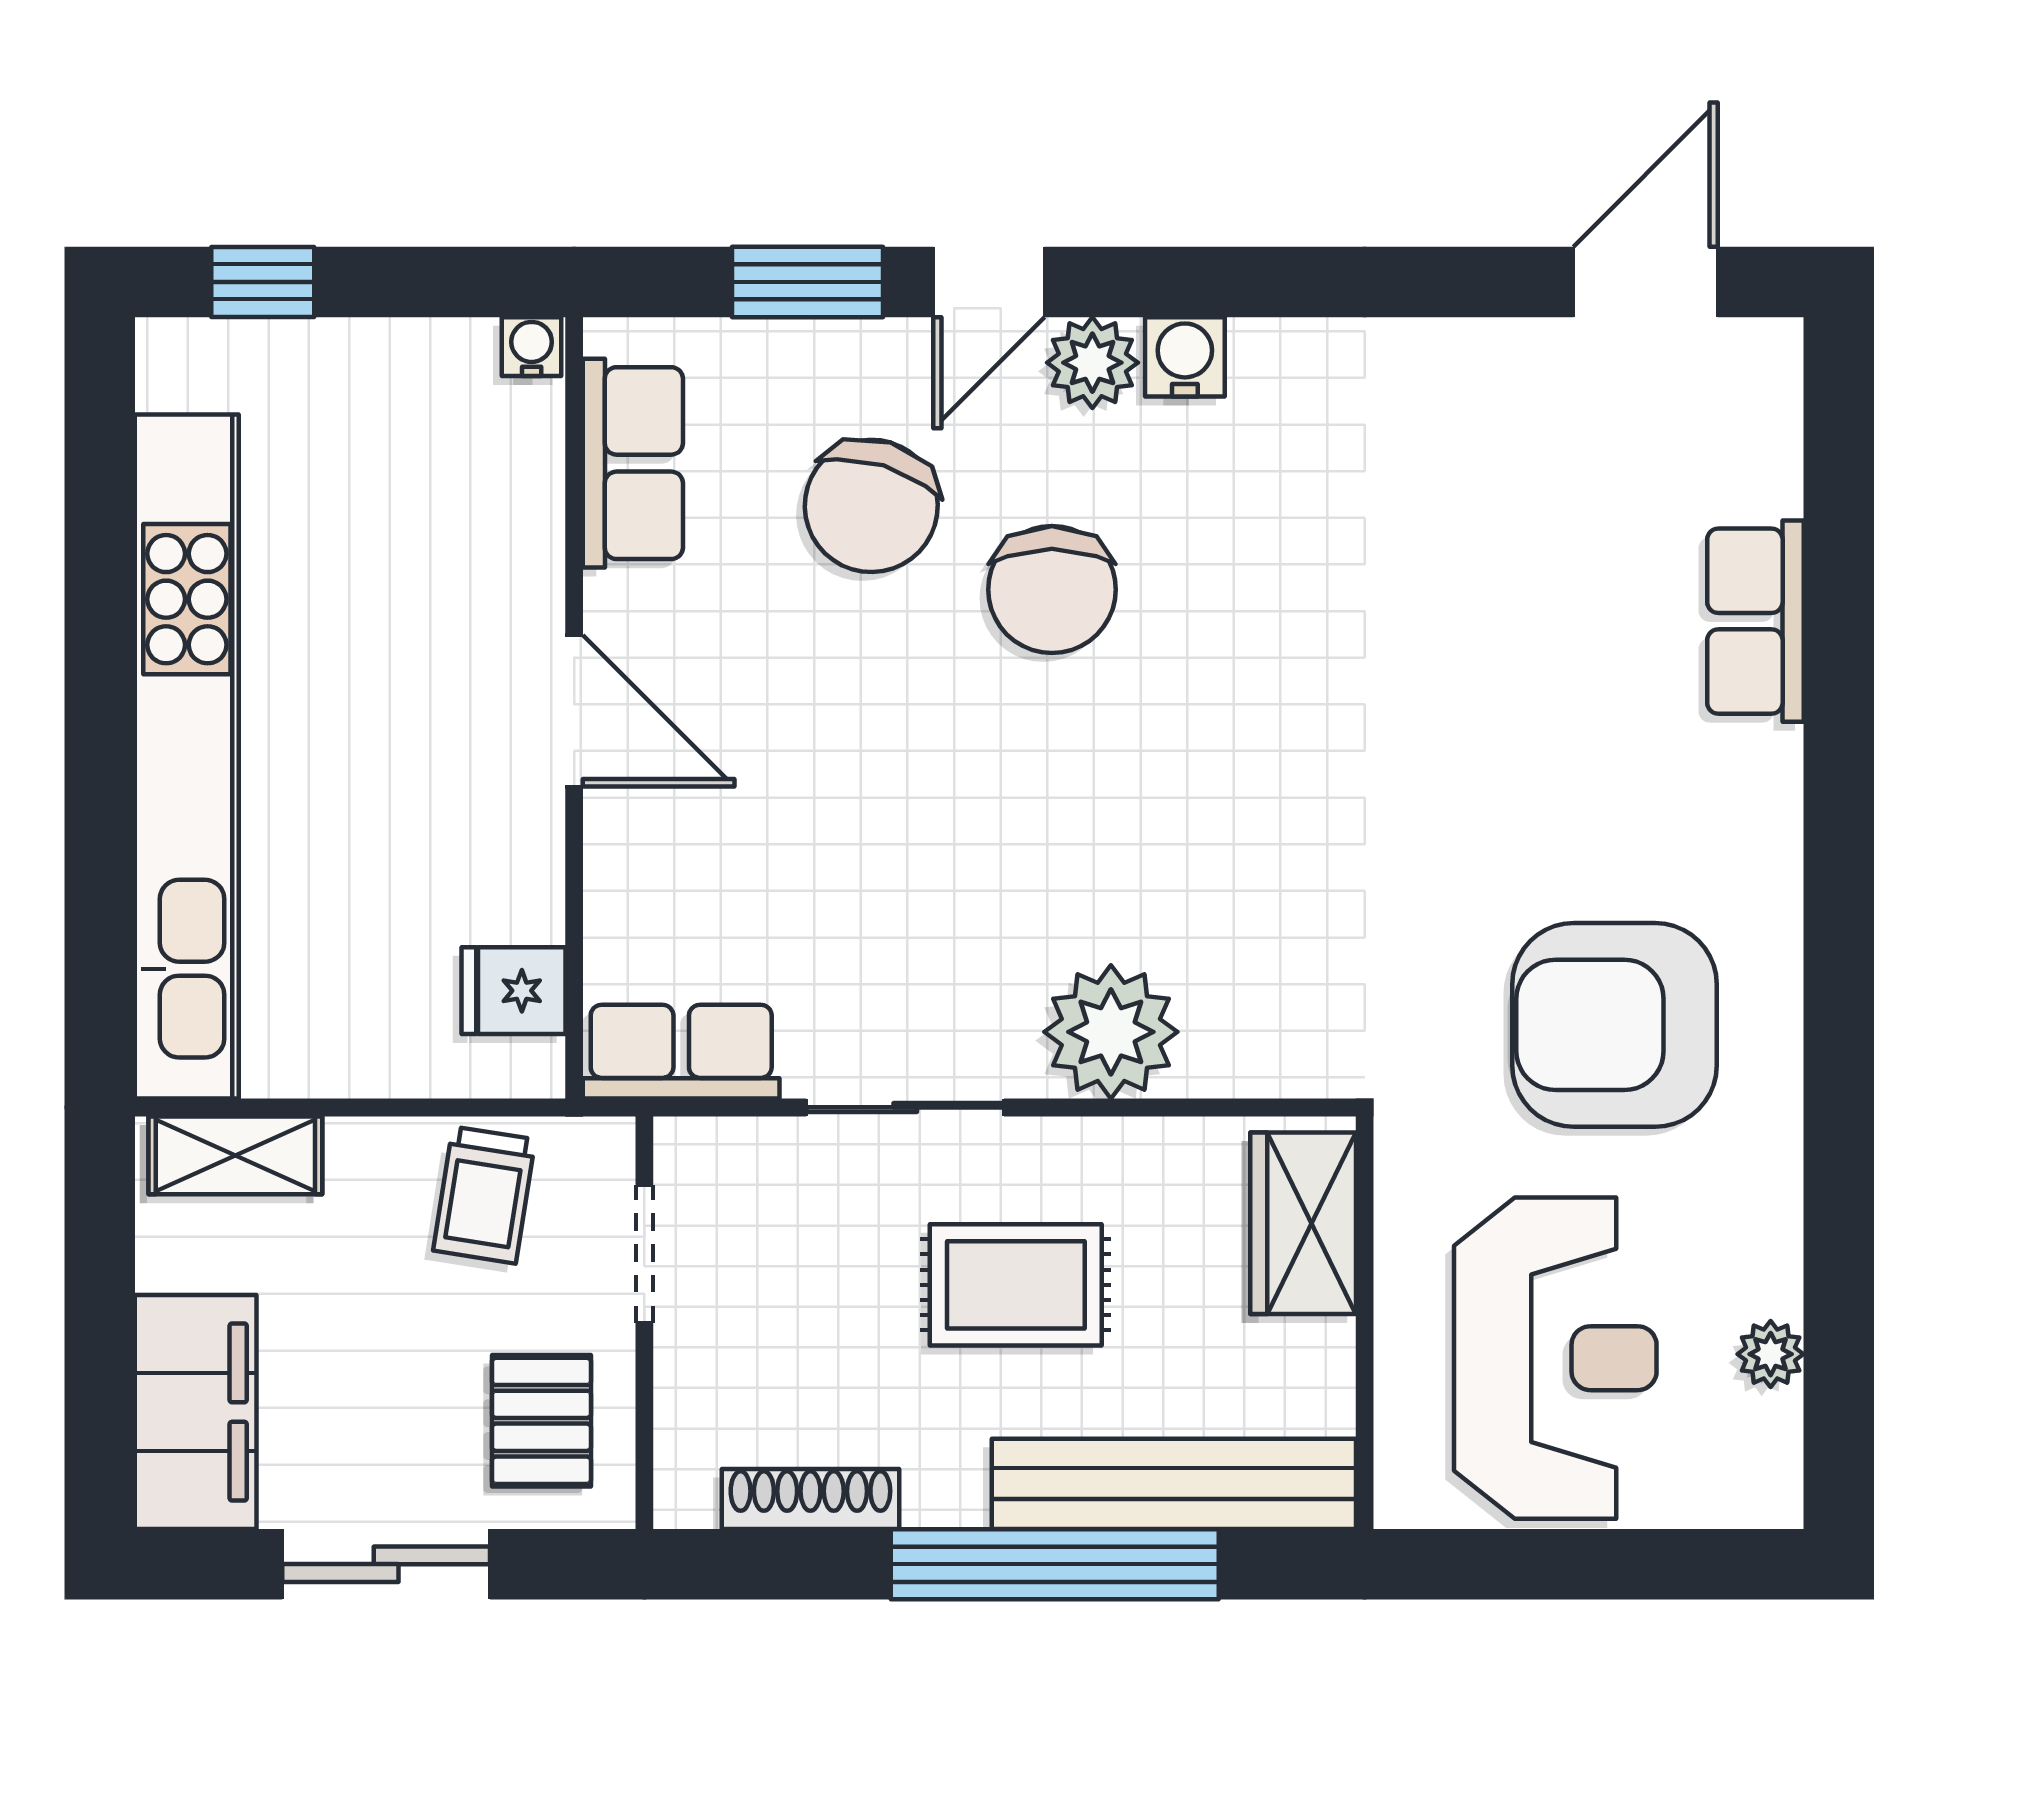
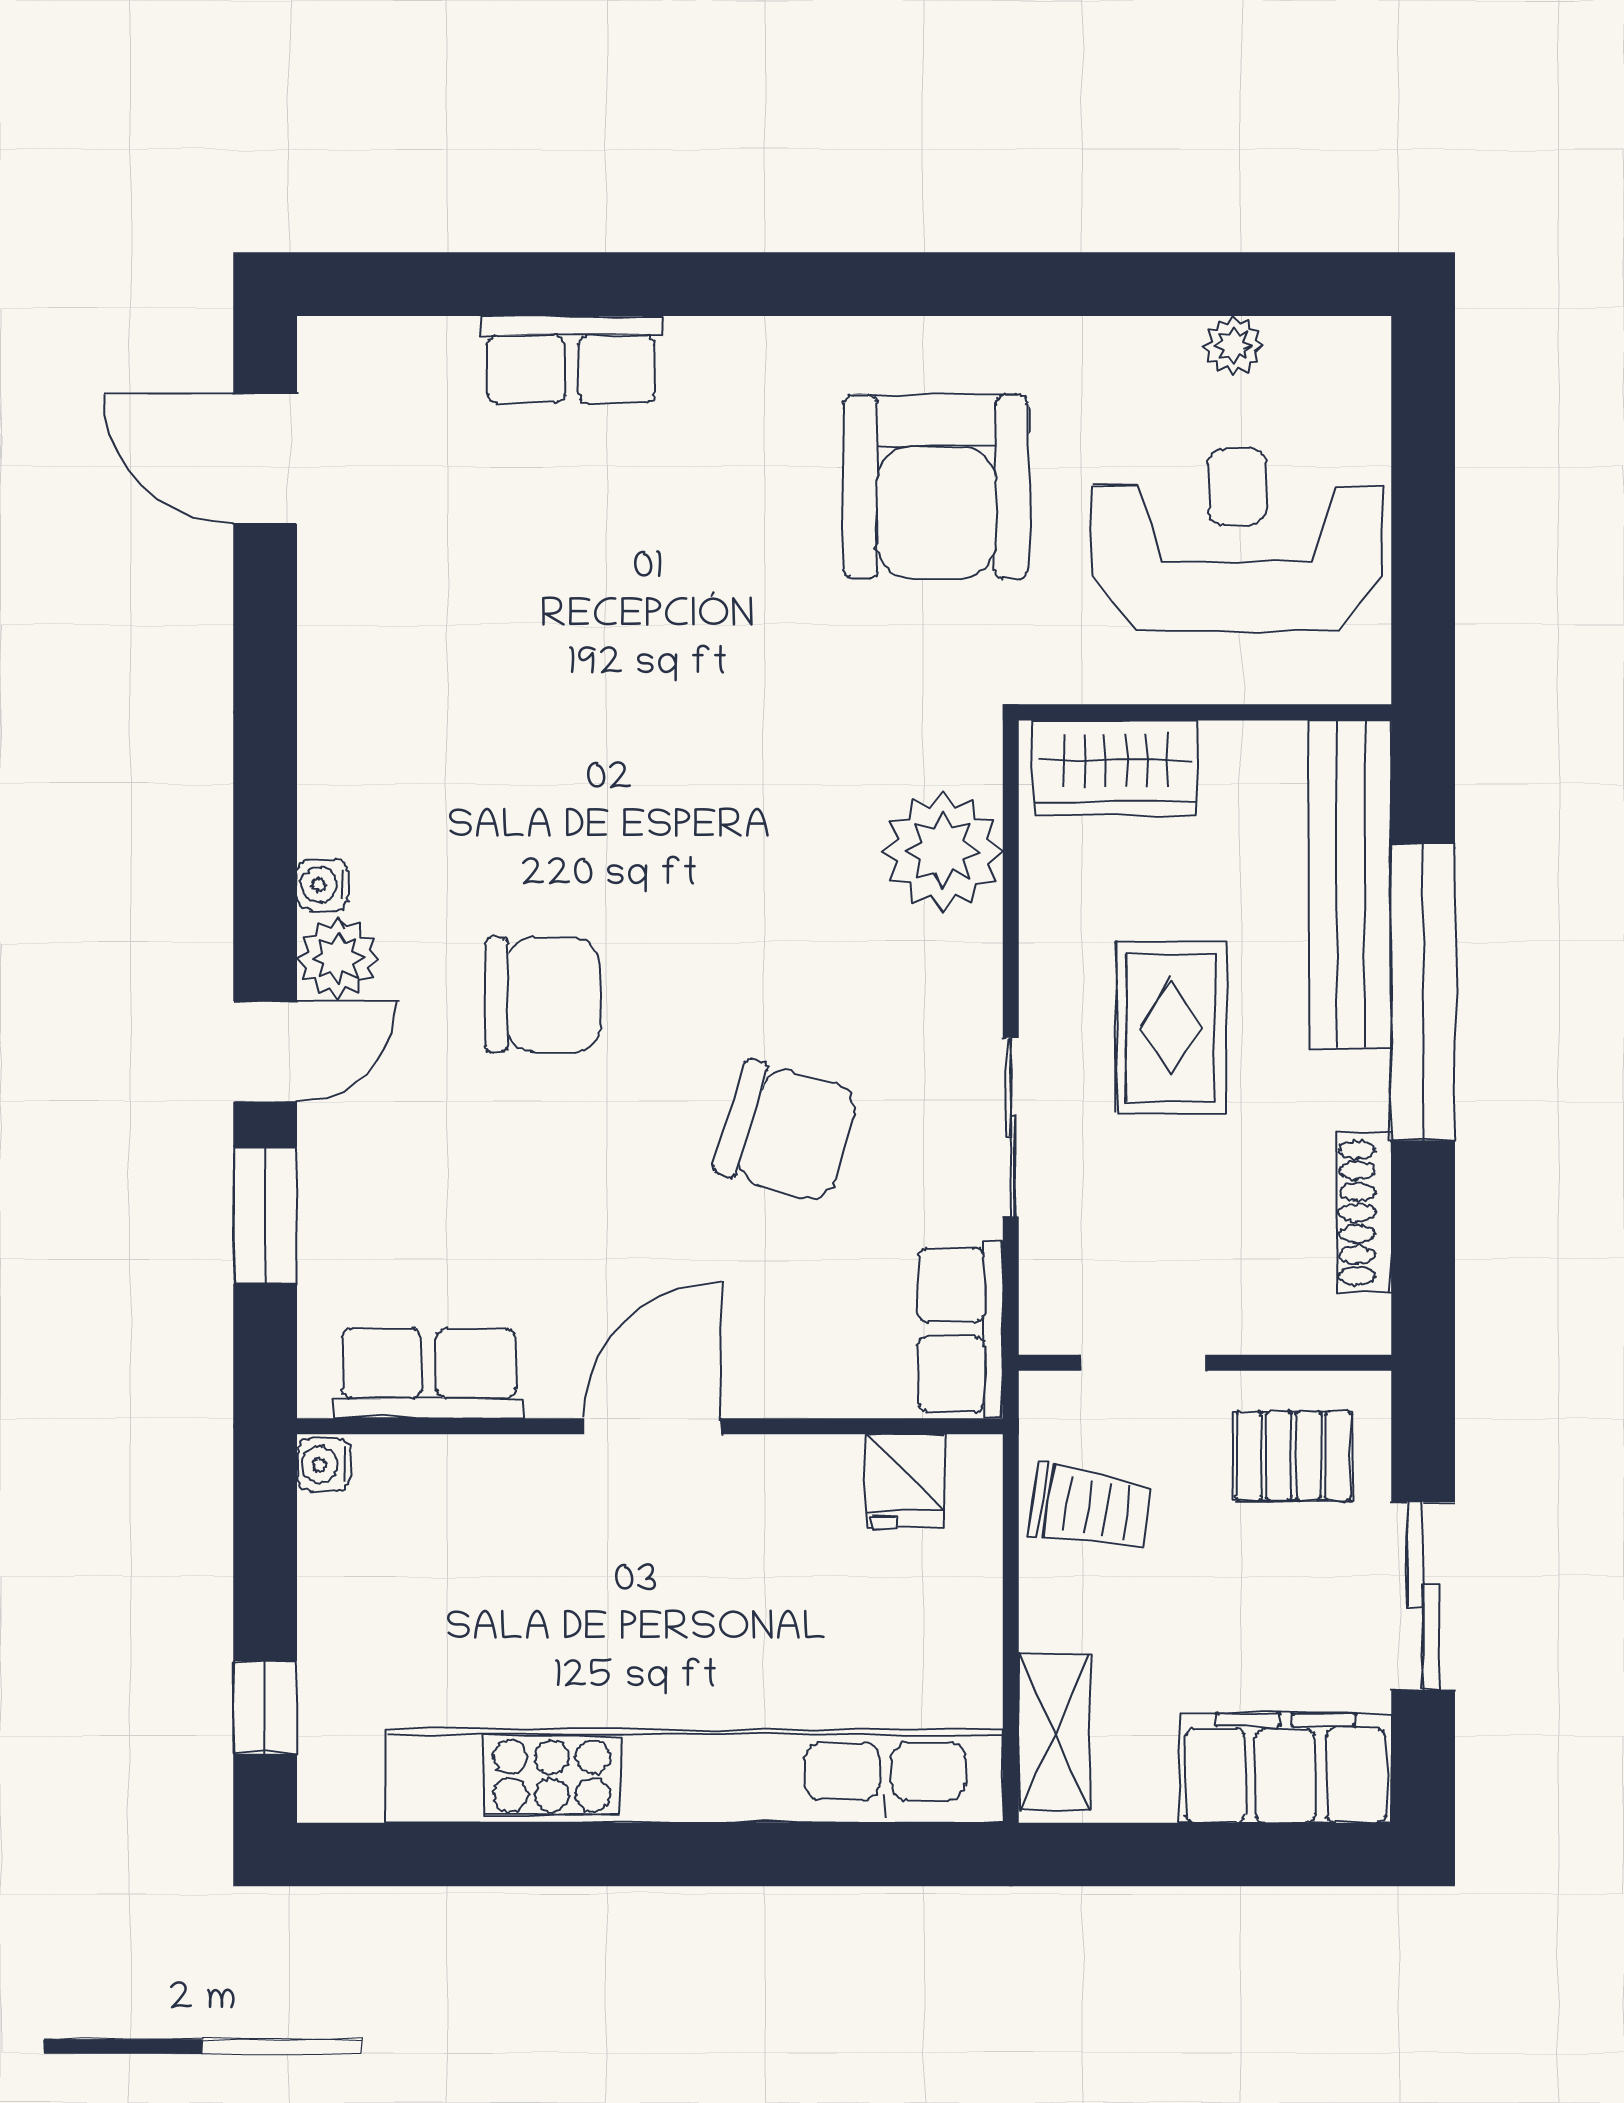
door: (989, 282) -> (265, 1051), hinge flipped
water cooler: (1185, 357) -> (323, 885), width x0.72, depth x0.72
chair: (871, 506) -> (787, 1132), moved
plant: (1111, 1032) -> (942, 851), moved

